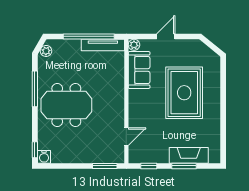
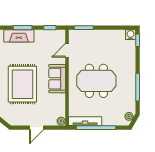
sofa: (139, 70) -> (57, 79), moved
meeting table: (66, 105) -> (96, 81), moved

